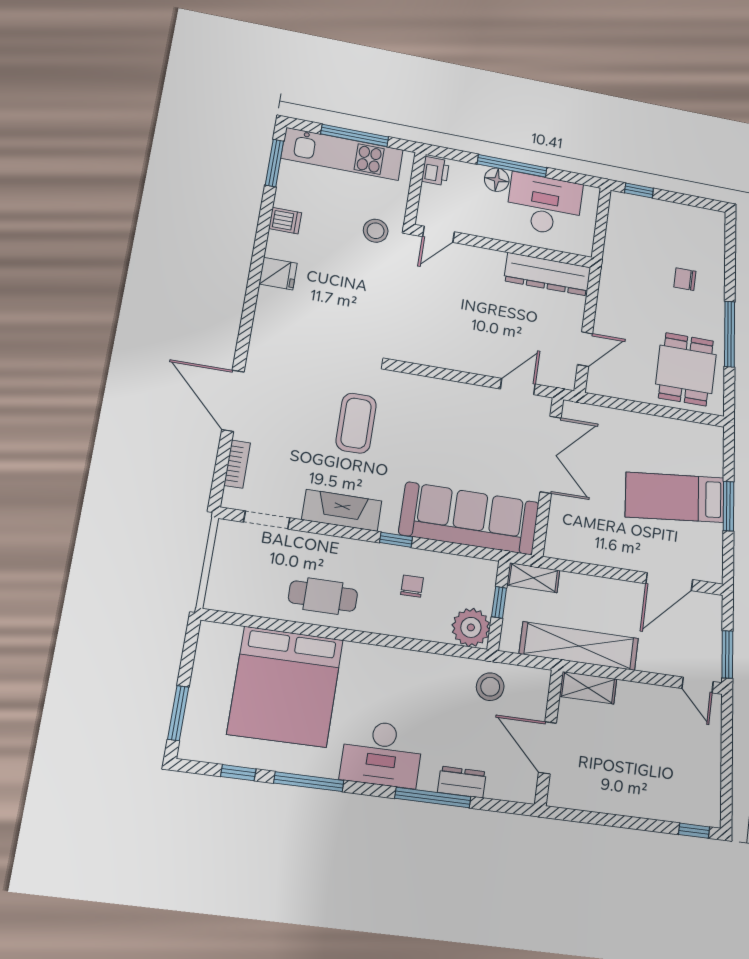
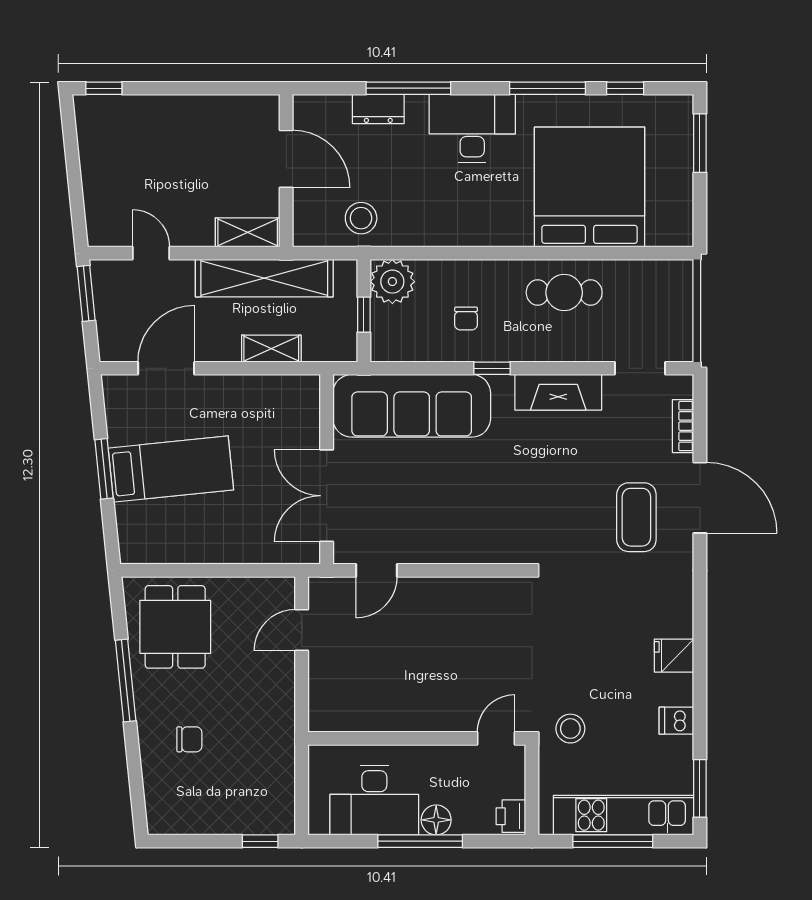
dresser: (547, 274) -> (359, 714), removed
coffee table: (356, 423) -> (636, 517), moved
shelving: (533, 578) -> (271, 349), moved
door: (698, 685) -> (151, 253), moved

